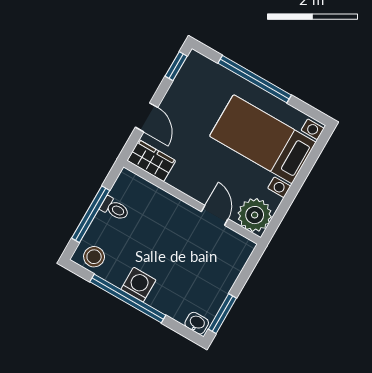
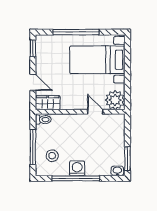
toilet: (115, 209) -> (43, 120), moved
stool: (94, 257) -> (52, 156), moved

